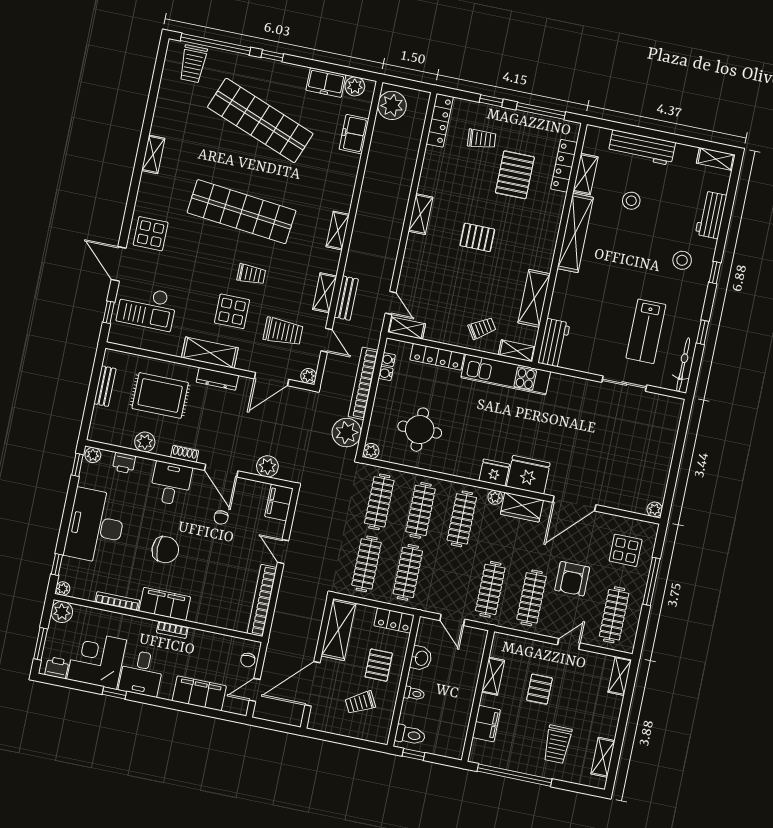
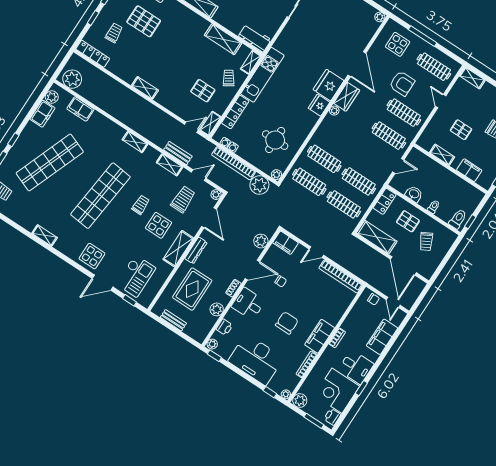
pallet: (477, 237) -> (203, 91), moved, turned 90
clothes rail: (462, 519) -> (339, 136), removed

